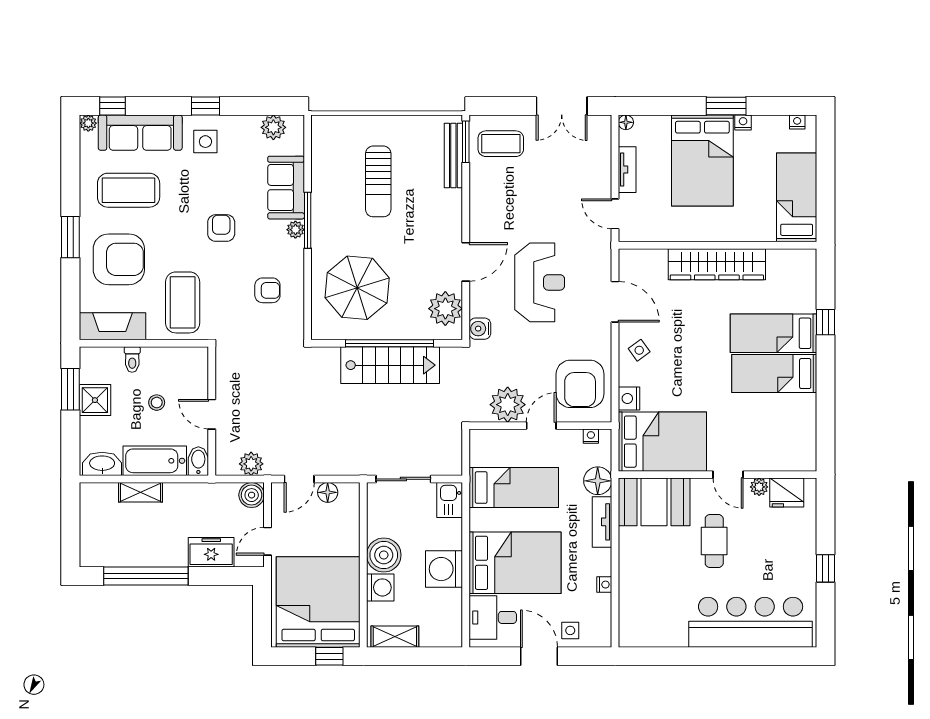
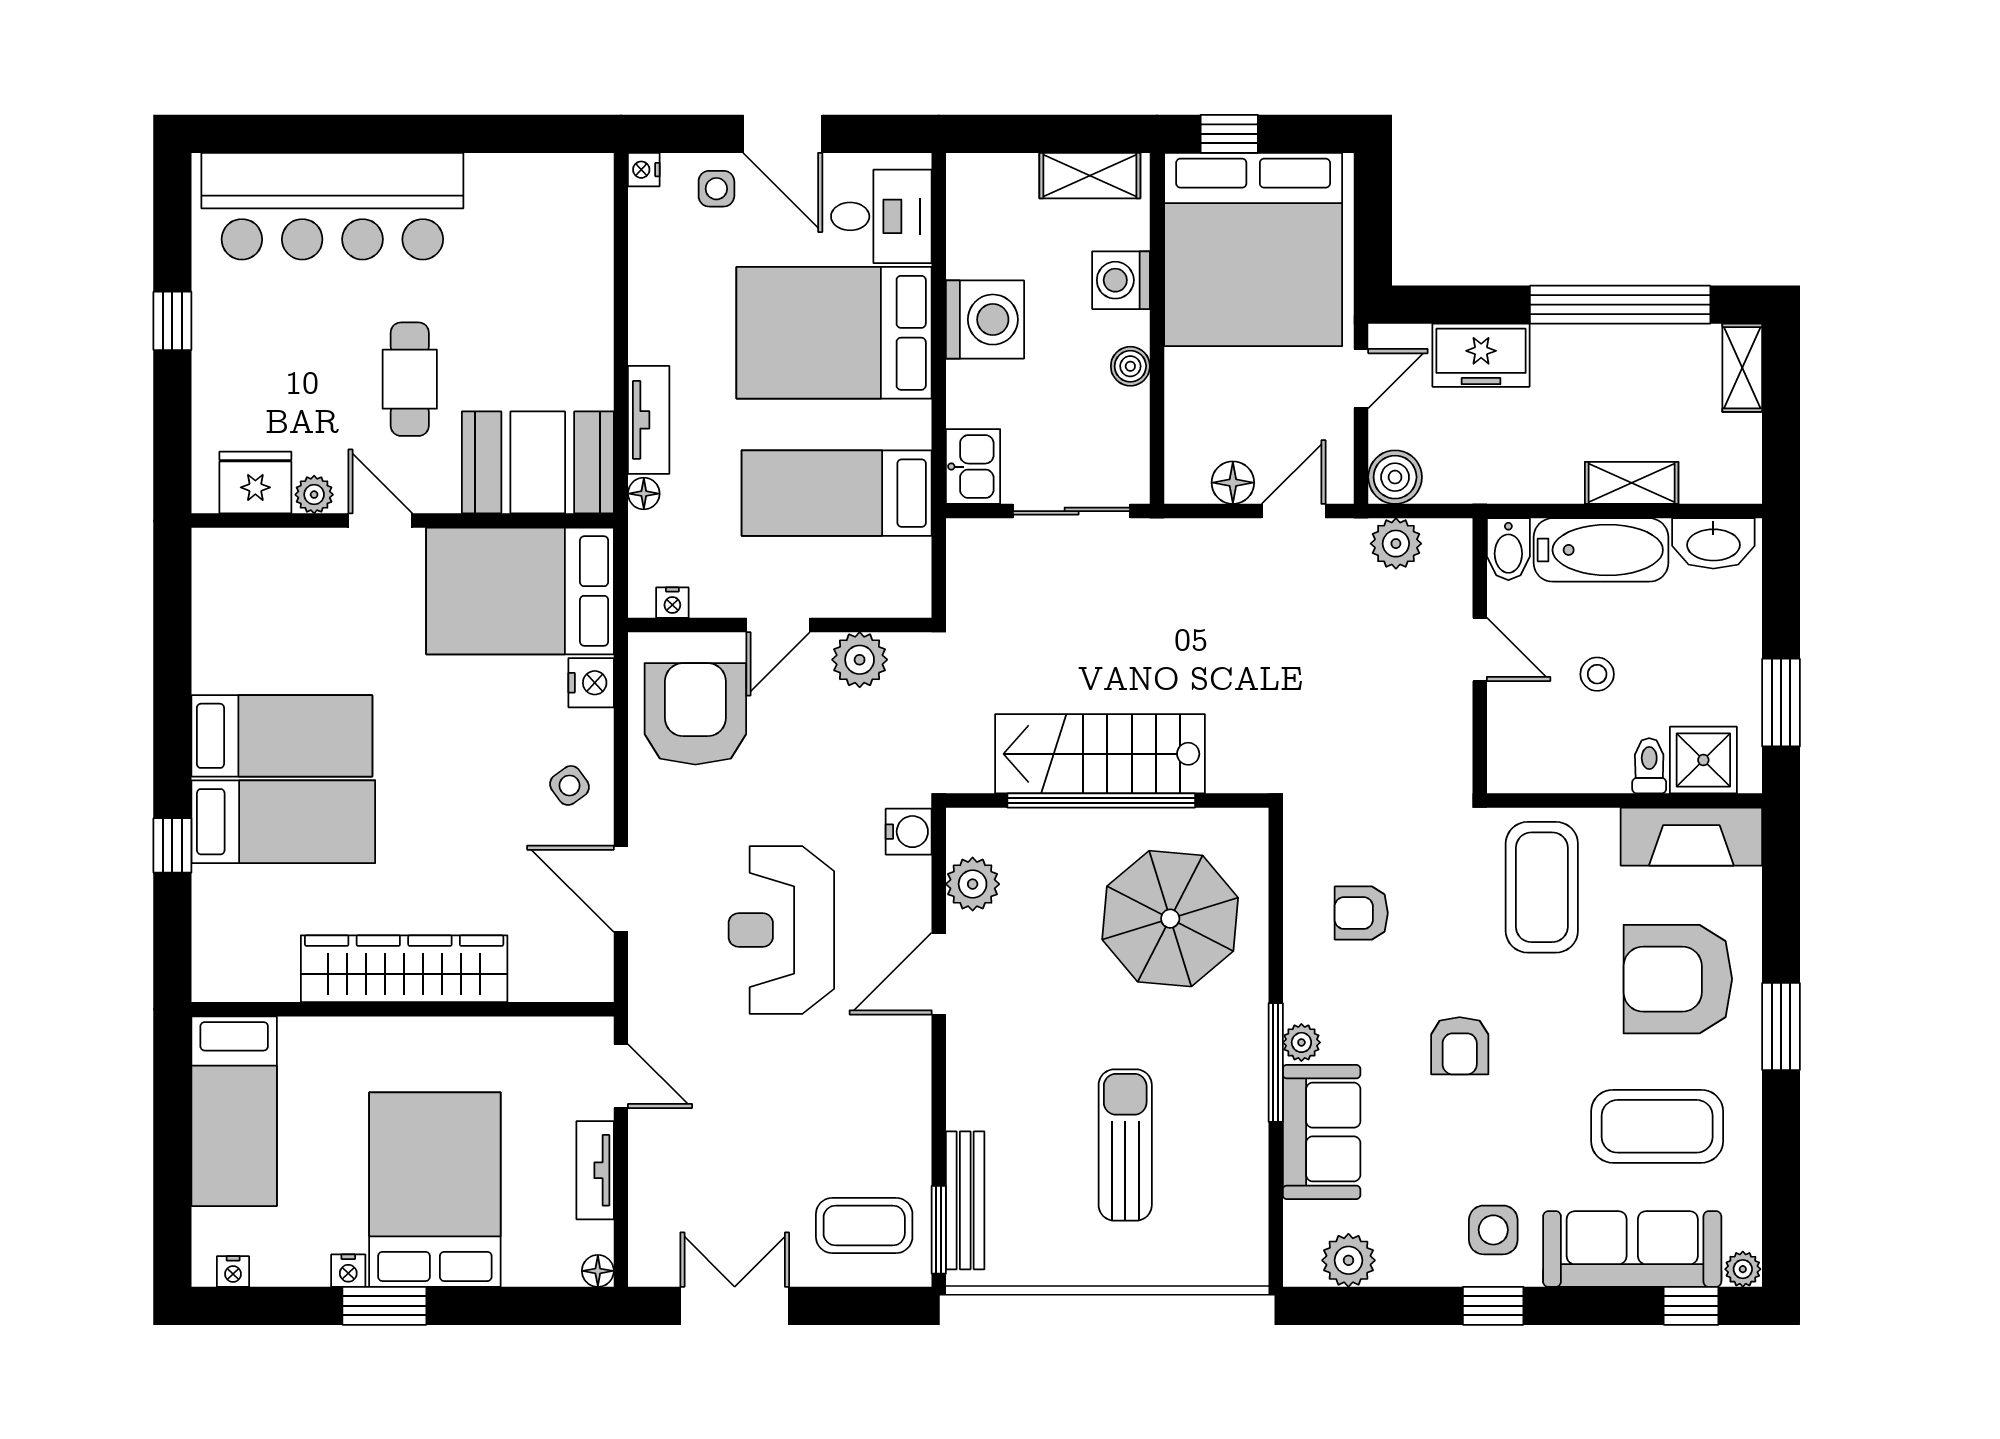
plant: (445, 309) -> (973, 884), width x0.73, depth x0.73
shower: (95, 400) -> (1703, 760), moved
plant: (508, 405) -> (860, 660), width x0.73, depth x0.73
floor lamp: (598, 481) -> (644, 494), width x0.53, depth x0.53
shelving: (89, 546) -> (1742, 368), added
boiler: (384, 555) -> (1130, 366), width x0.54, depth x0.54
nightstand: (604, 585) -> (644, 170), moved

